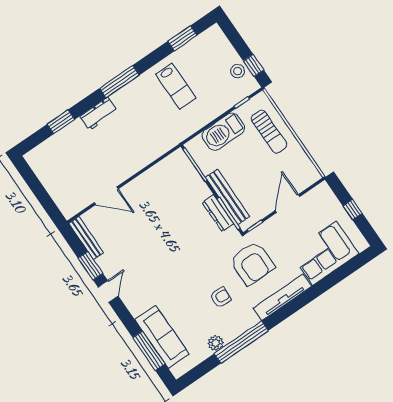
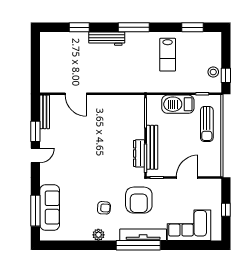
workbench: (99, 114) -> (107, 39), width x1.38
window: (241, 342) -> (138, 245), moved
plant: (216, 343) -> (98, 235), moved

